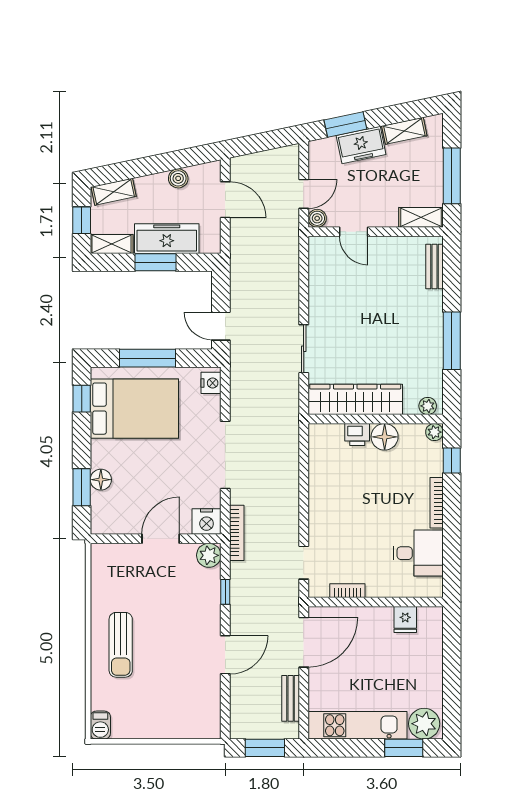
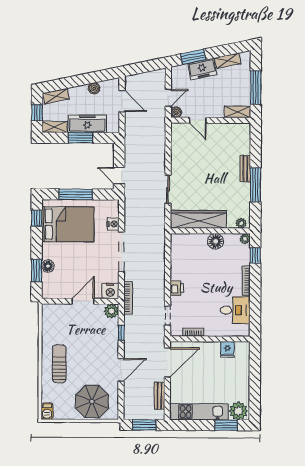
bench: (435, 267) -> (245, 169), moved
nightstand: (211, 383) -> (113, 224), moved
printer: (357, 435) -> (177, 288), moved, turned -90
sun lounger: (121, 645) -> (59, 364), turned 180
parasol: (176, 709) -> (92, 402), added

